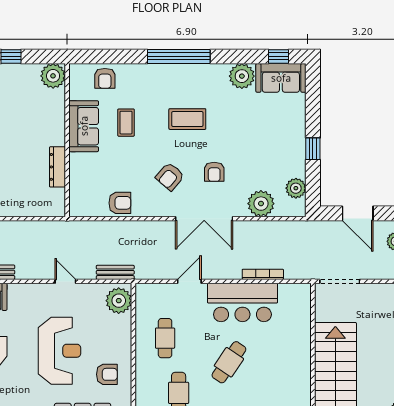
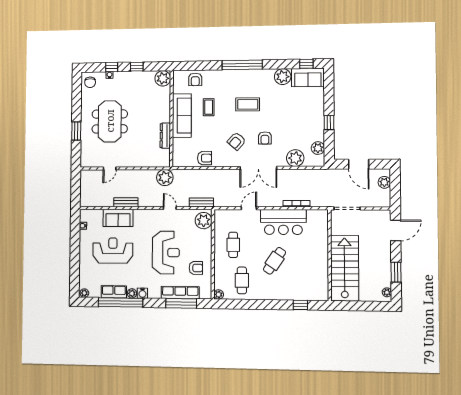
sofa: (84, 126) -> (182, 116), width x1.36
plant: (57, 233) -> (165, 177), added

